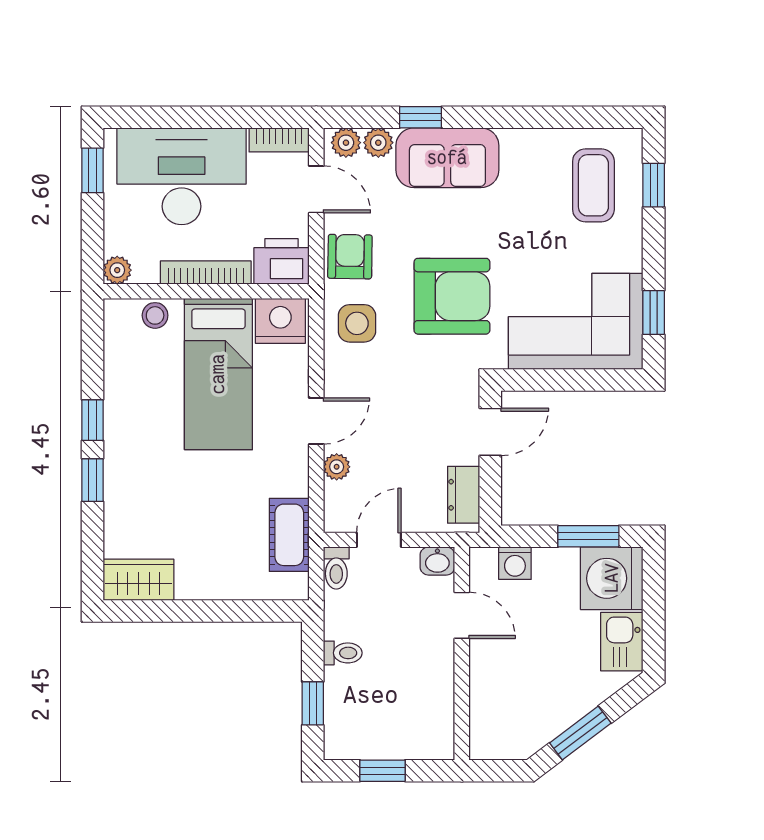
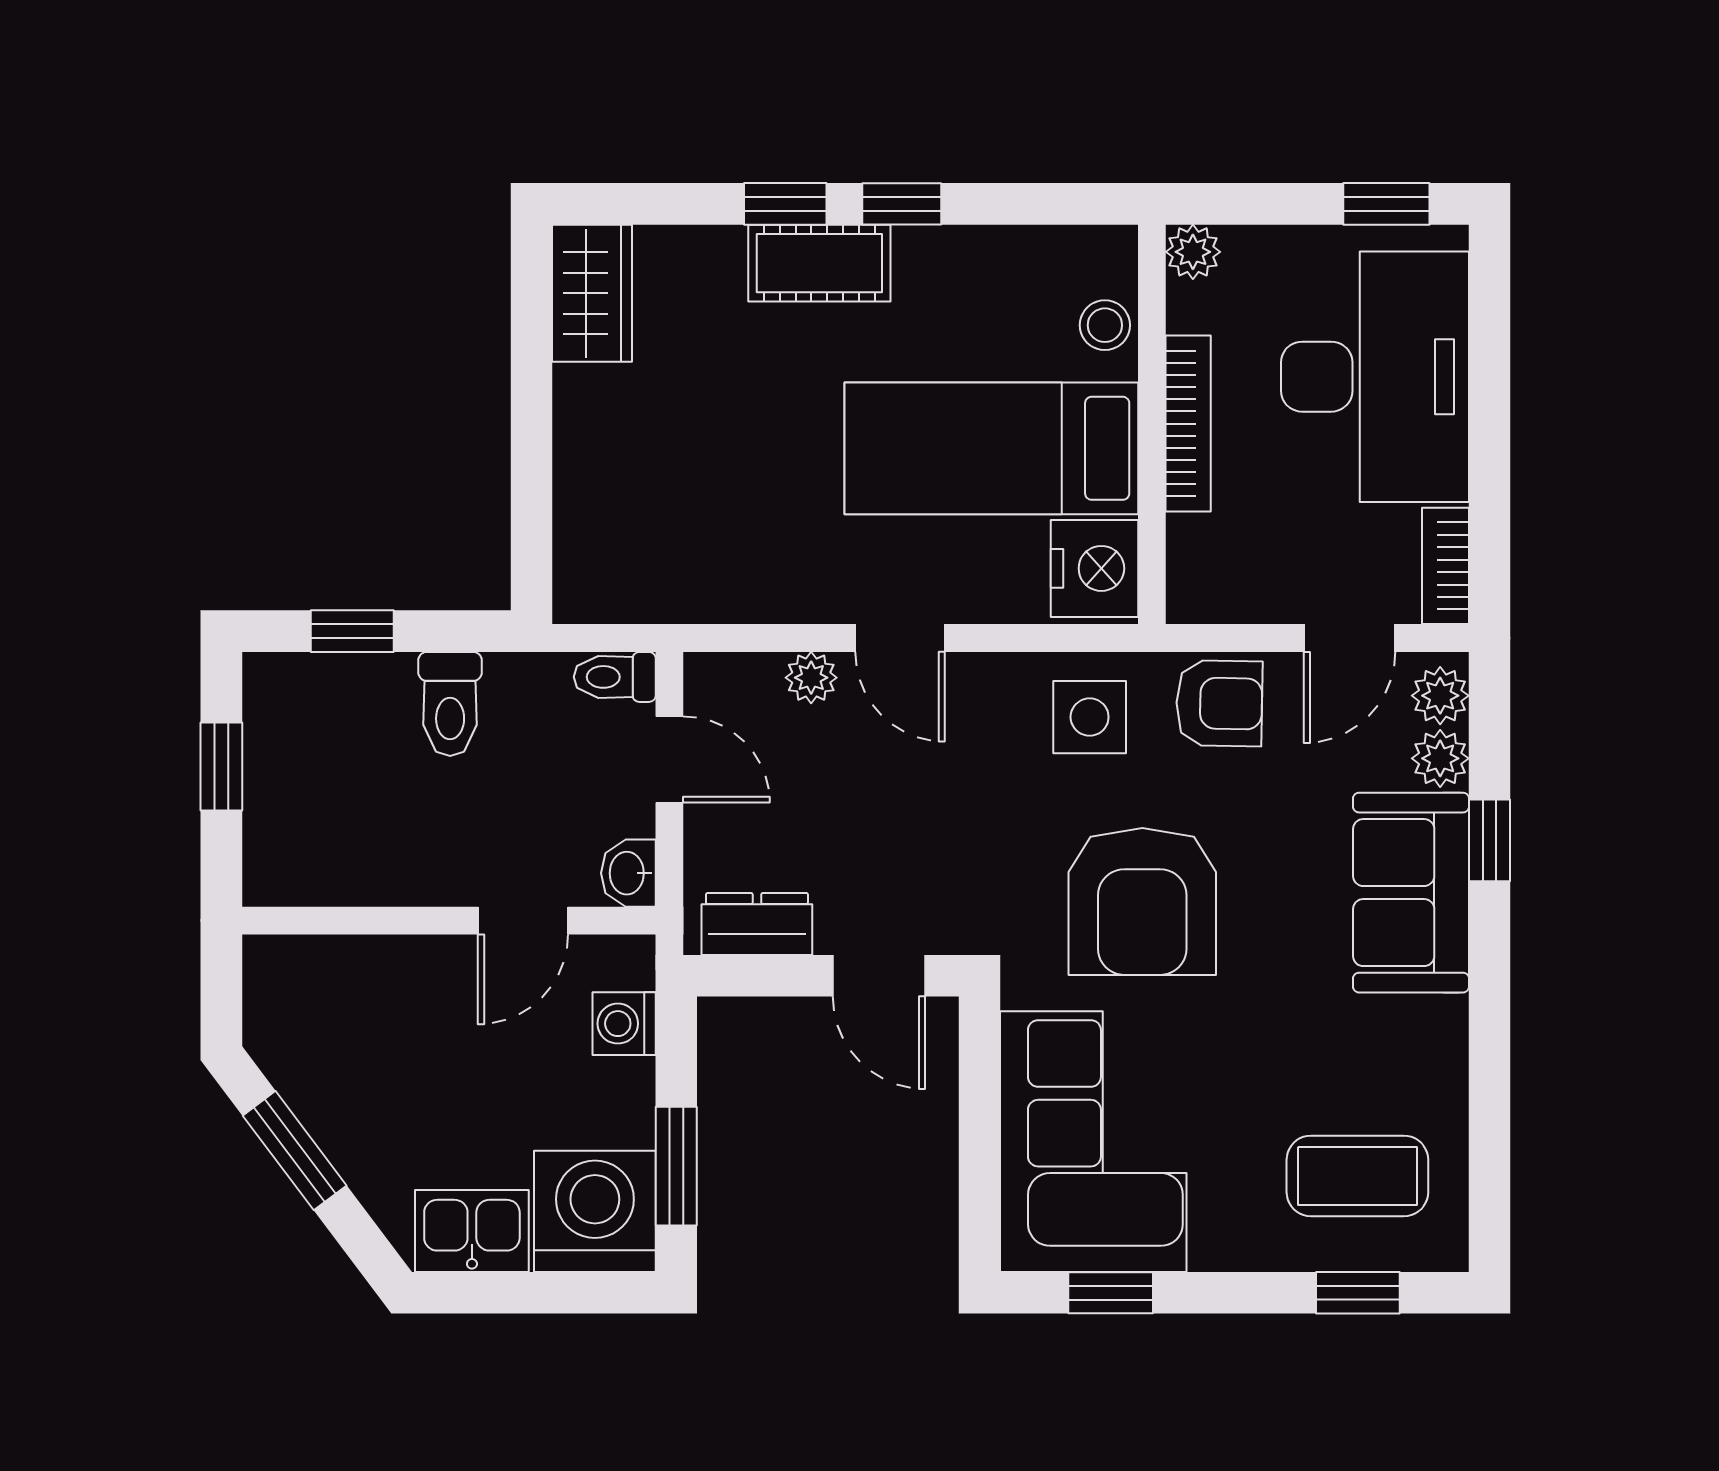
printer: (282, 261) -> (1210, 571), removed
cot: (289, 535) -> (819, 263), moved
toilet: (343, 653) -> (450, 704), width x1.37, depth x1.39

